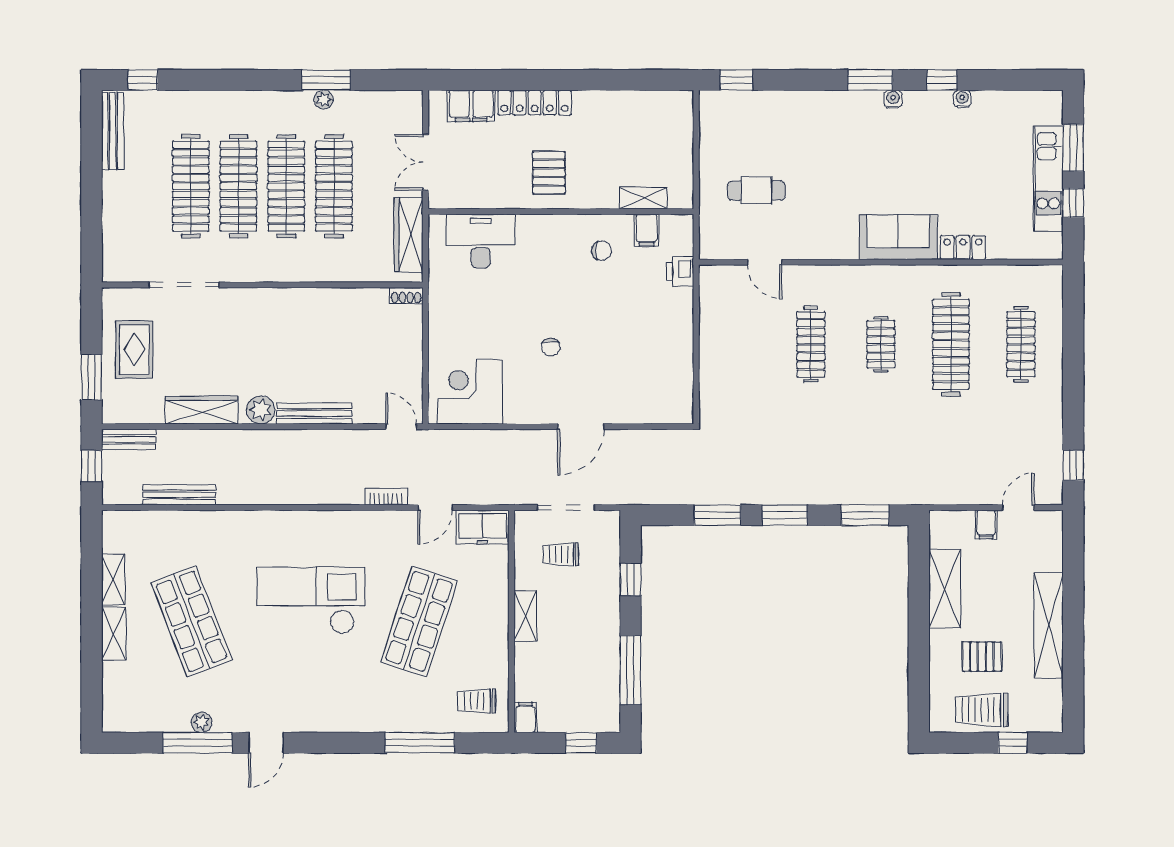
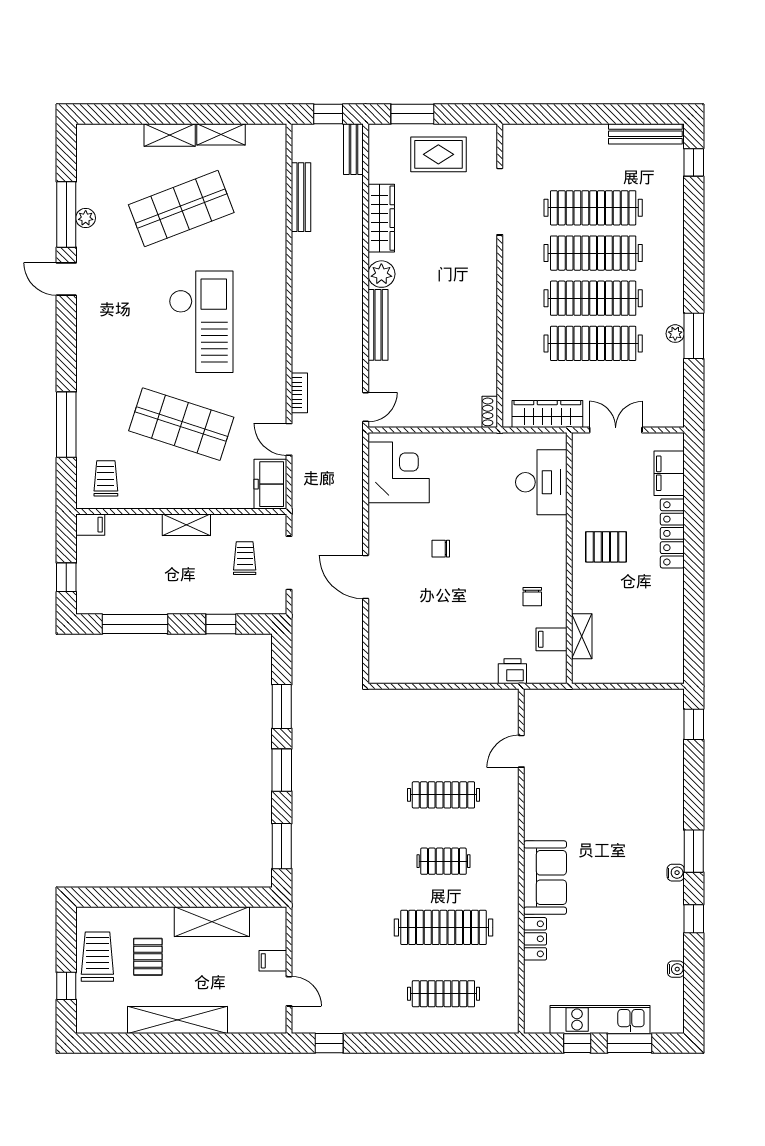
water cooler: (962, 99) -> (676, 969), moved
cafe table: (756, 190) -> (589, 743), removed

